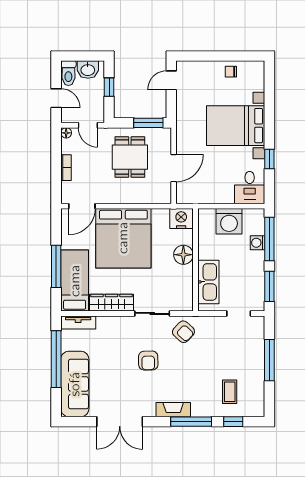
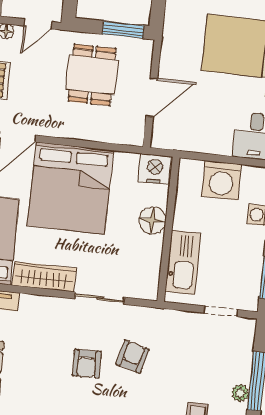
door: (88, 125) -> (38, 24), hinge flipped
armchair: (183, 332) -> (132, 357), moved, turned -118
plant: (258, 369) -> (240, 393), added

